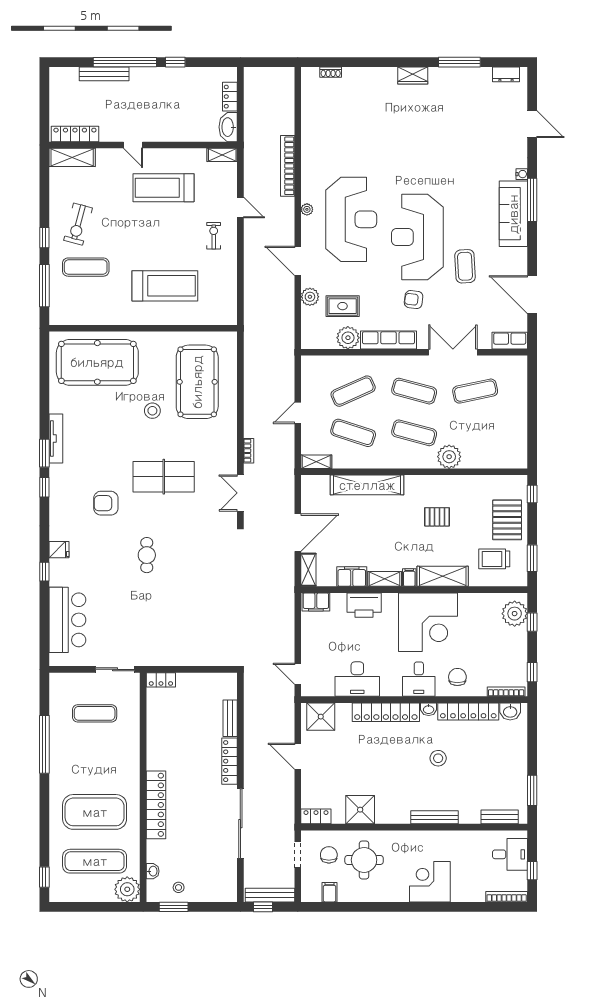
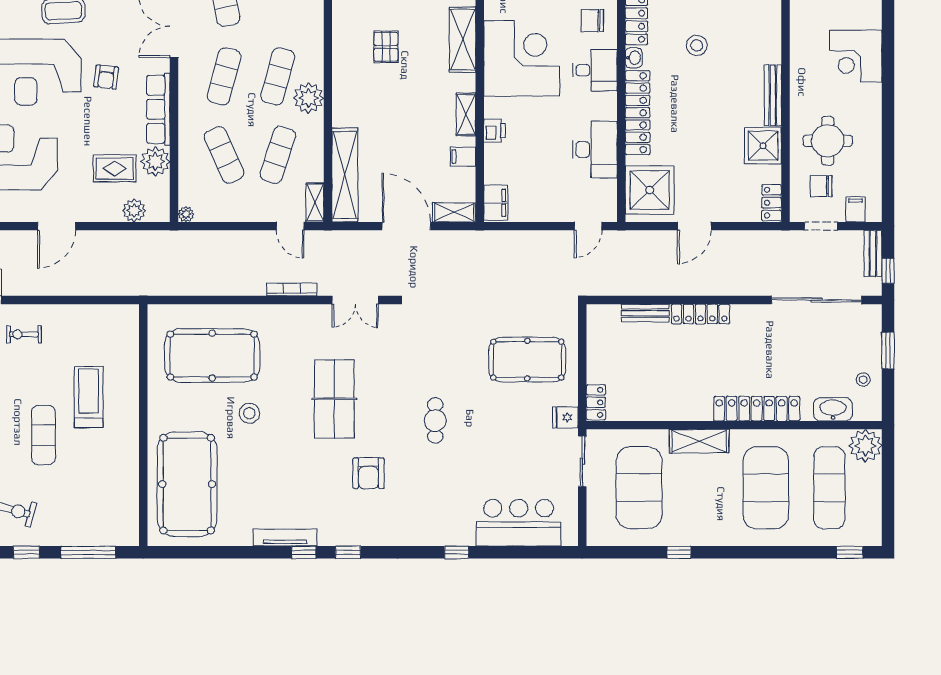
exercise mat: (86, 267) -> (43, 435), moved
treadmill: (165, 286) -> (89, 397), width x0.73, depth x0.73
plant: (310, 297) -> (134, 210), moved
rug: (343, 306) -> (115, 168), turned 90
plant: (307, 361) -> (186, 214), added
door: (298, 413) -> (290, 226), moved
bookcase: (249, 451) -> (292, 289), width x1.56
window: (44, 453) -> (304, 552), width x0.67
plant: (449, 457) -> (309, 98), moved
shelving: (367, 485) -> (345, 175), moved
fridge: (59, 550) -> (565, 417), moved, turned -90
cafe table: (147, 555) -> (435, 420), turned 90
filing cabinet: (352, 577) -> (463, 157), width x0.50
filing cabinet: (409, 578) -> (464, 83), removed
printer: (364, 605) -> (494, 131), width x0.53, depth x0.68
pool table: (194, 627) -> (527, 360), added
exercise mat: (95, 713) -> (639, 488), width x2.00, depth x1.45
shower: (321, 717) -> (650, 190), width x1.37, depth x1.37
window: (44, 744) -> (679, 552), width x0.32
shelving: (131, 760) -> (699, 441), added
bench: (435, 817) -> (773, 95), moved
sliding door: (240, 824) -> (817, 300), moved
washbasin: (153, 871) -> (833, 409), width x1.91, depth x1.45
filing cabinet: (330, 892) -> (855, 209), moved, turned 90
bench: (270, 895) -> (873, 253), width x0.73
window: (174, 907) -> (888, 350), moved

